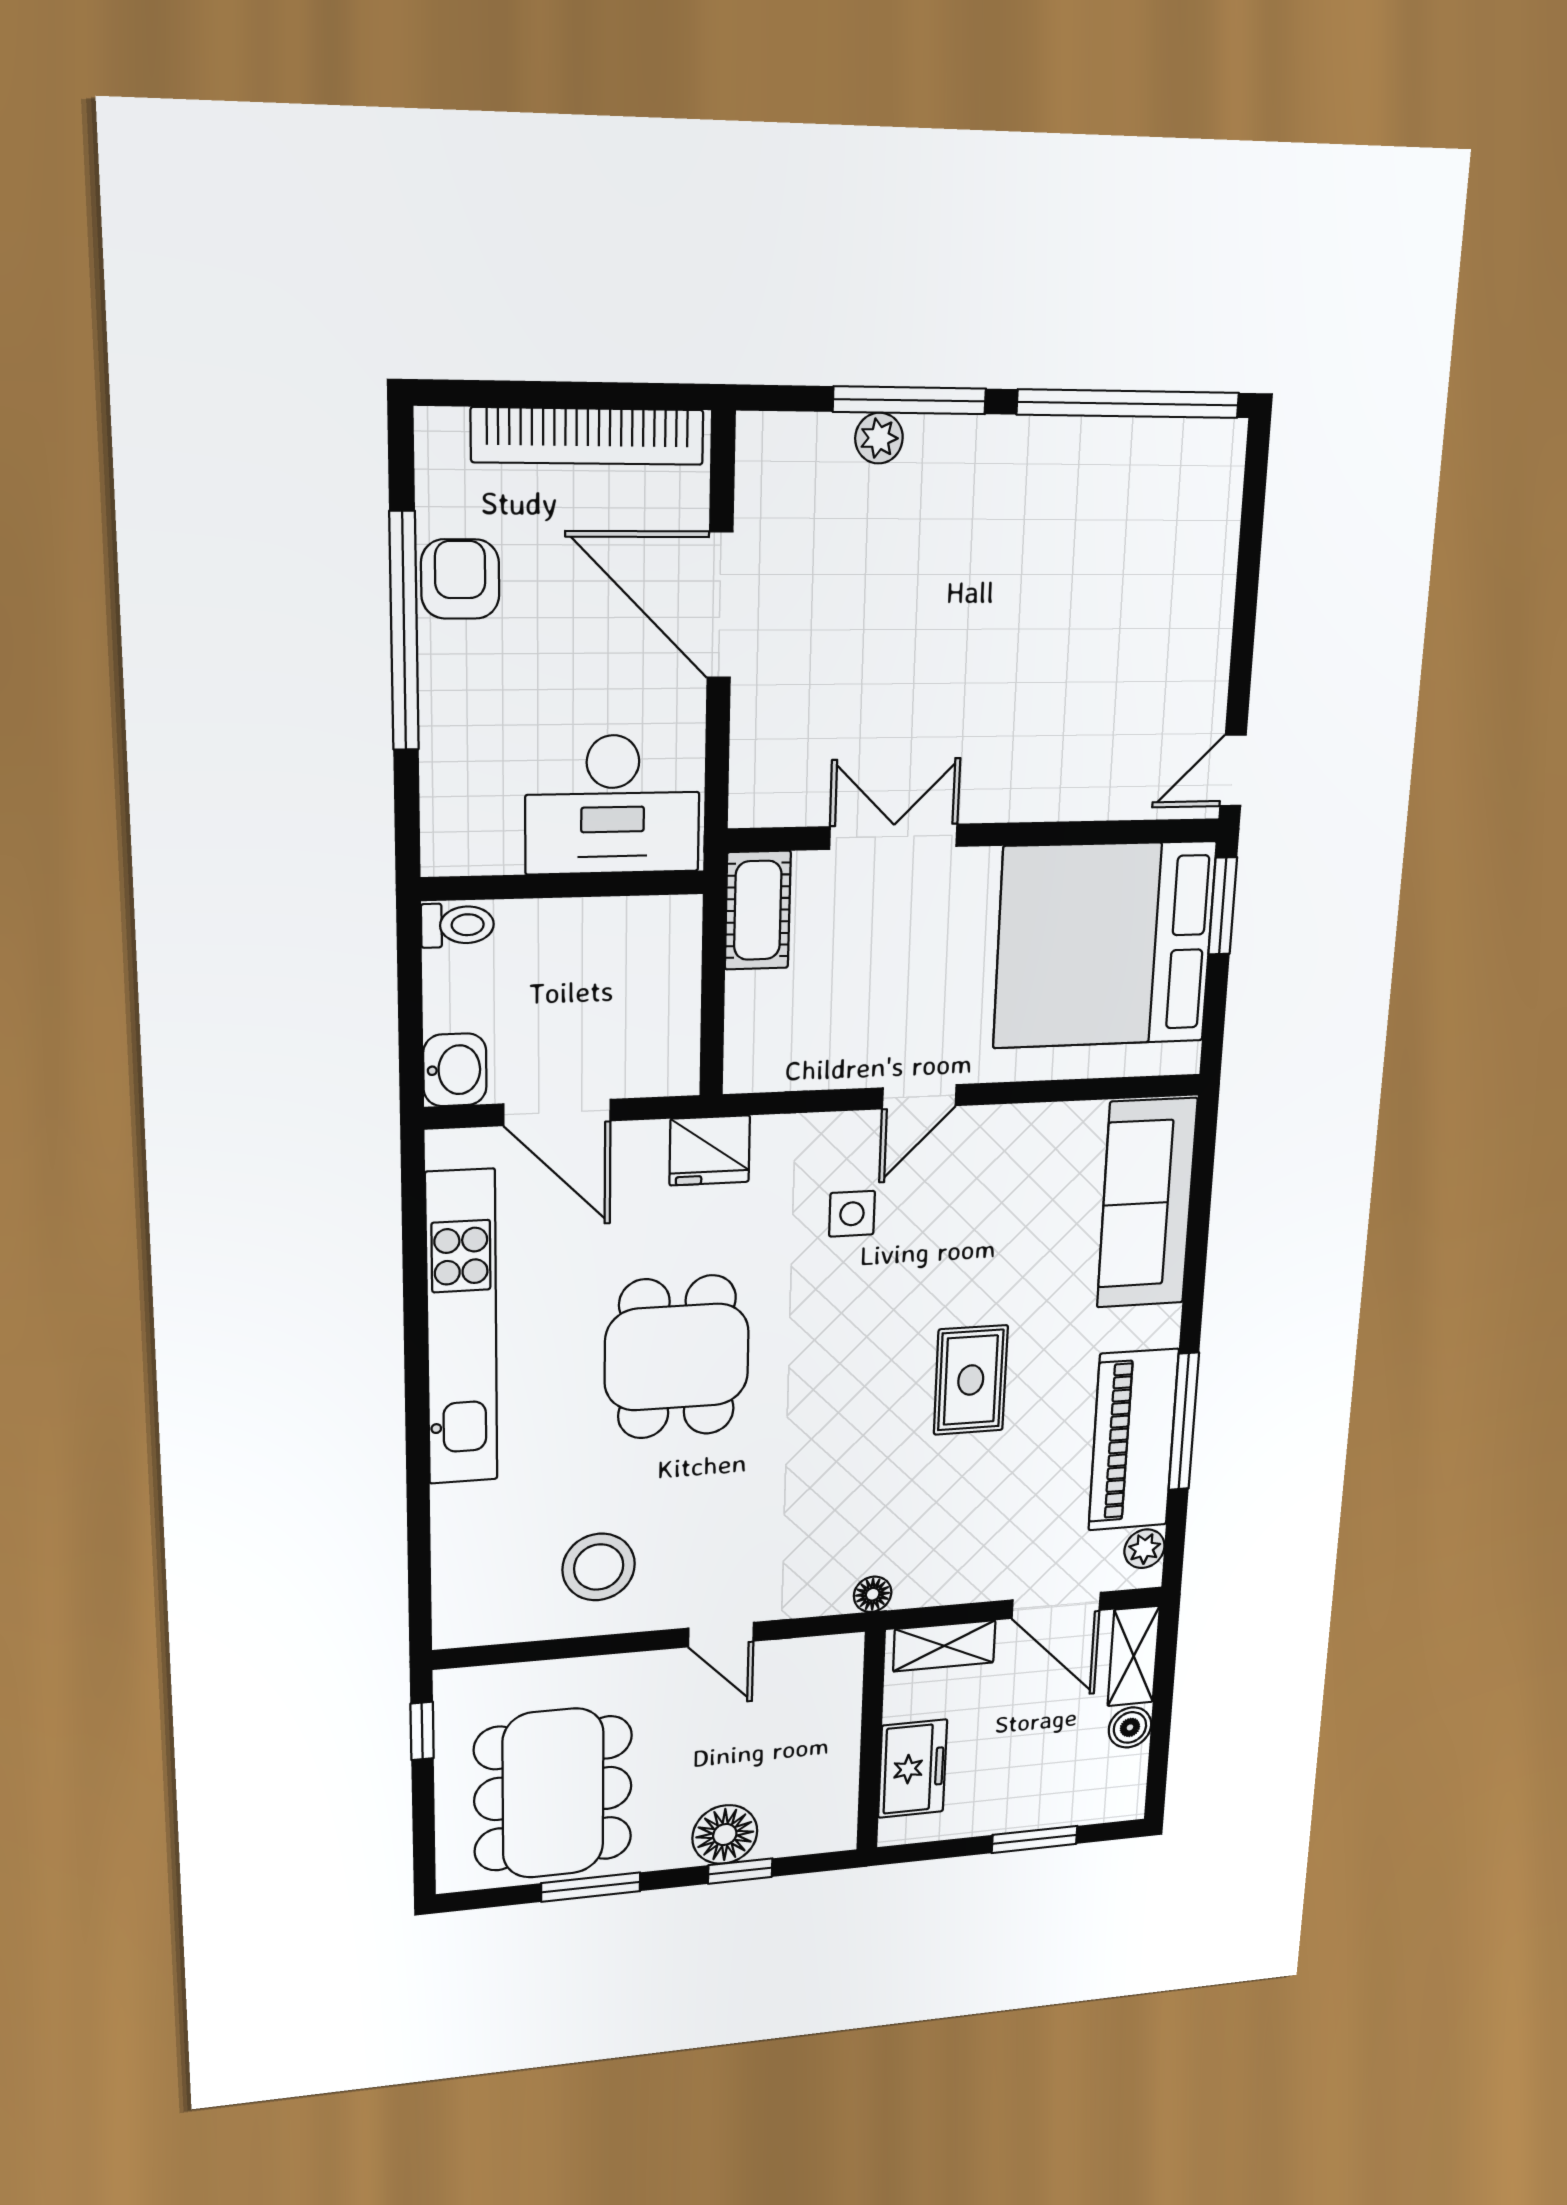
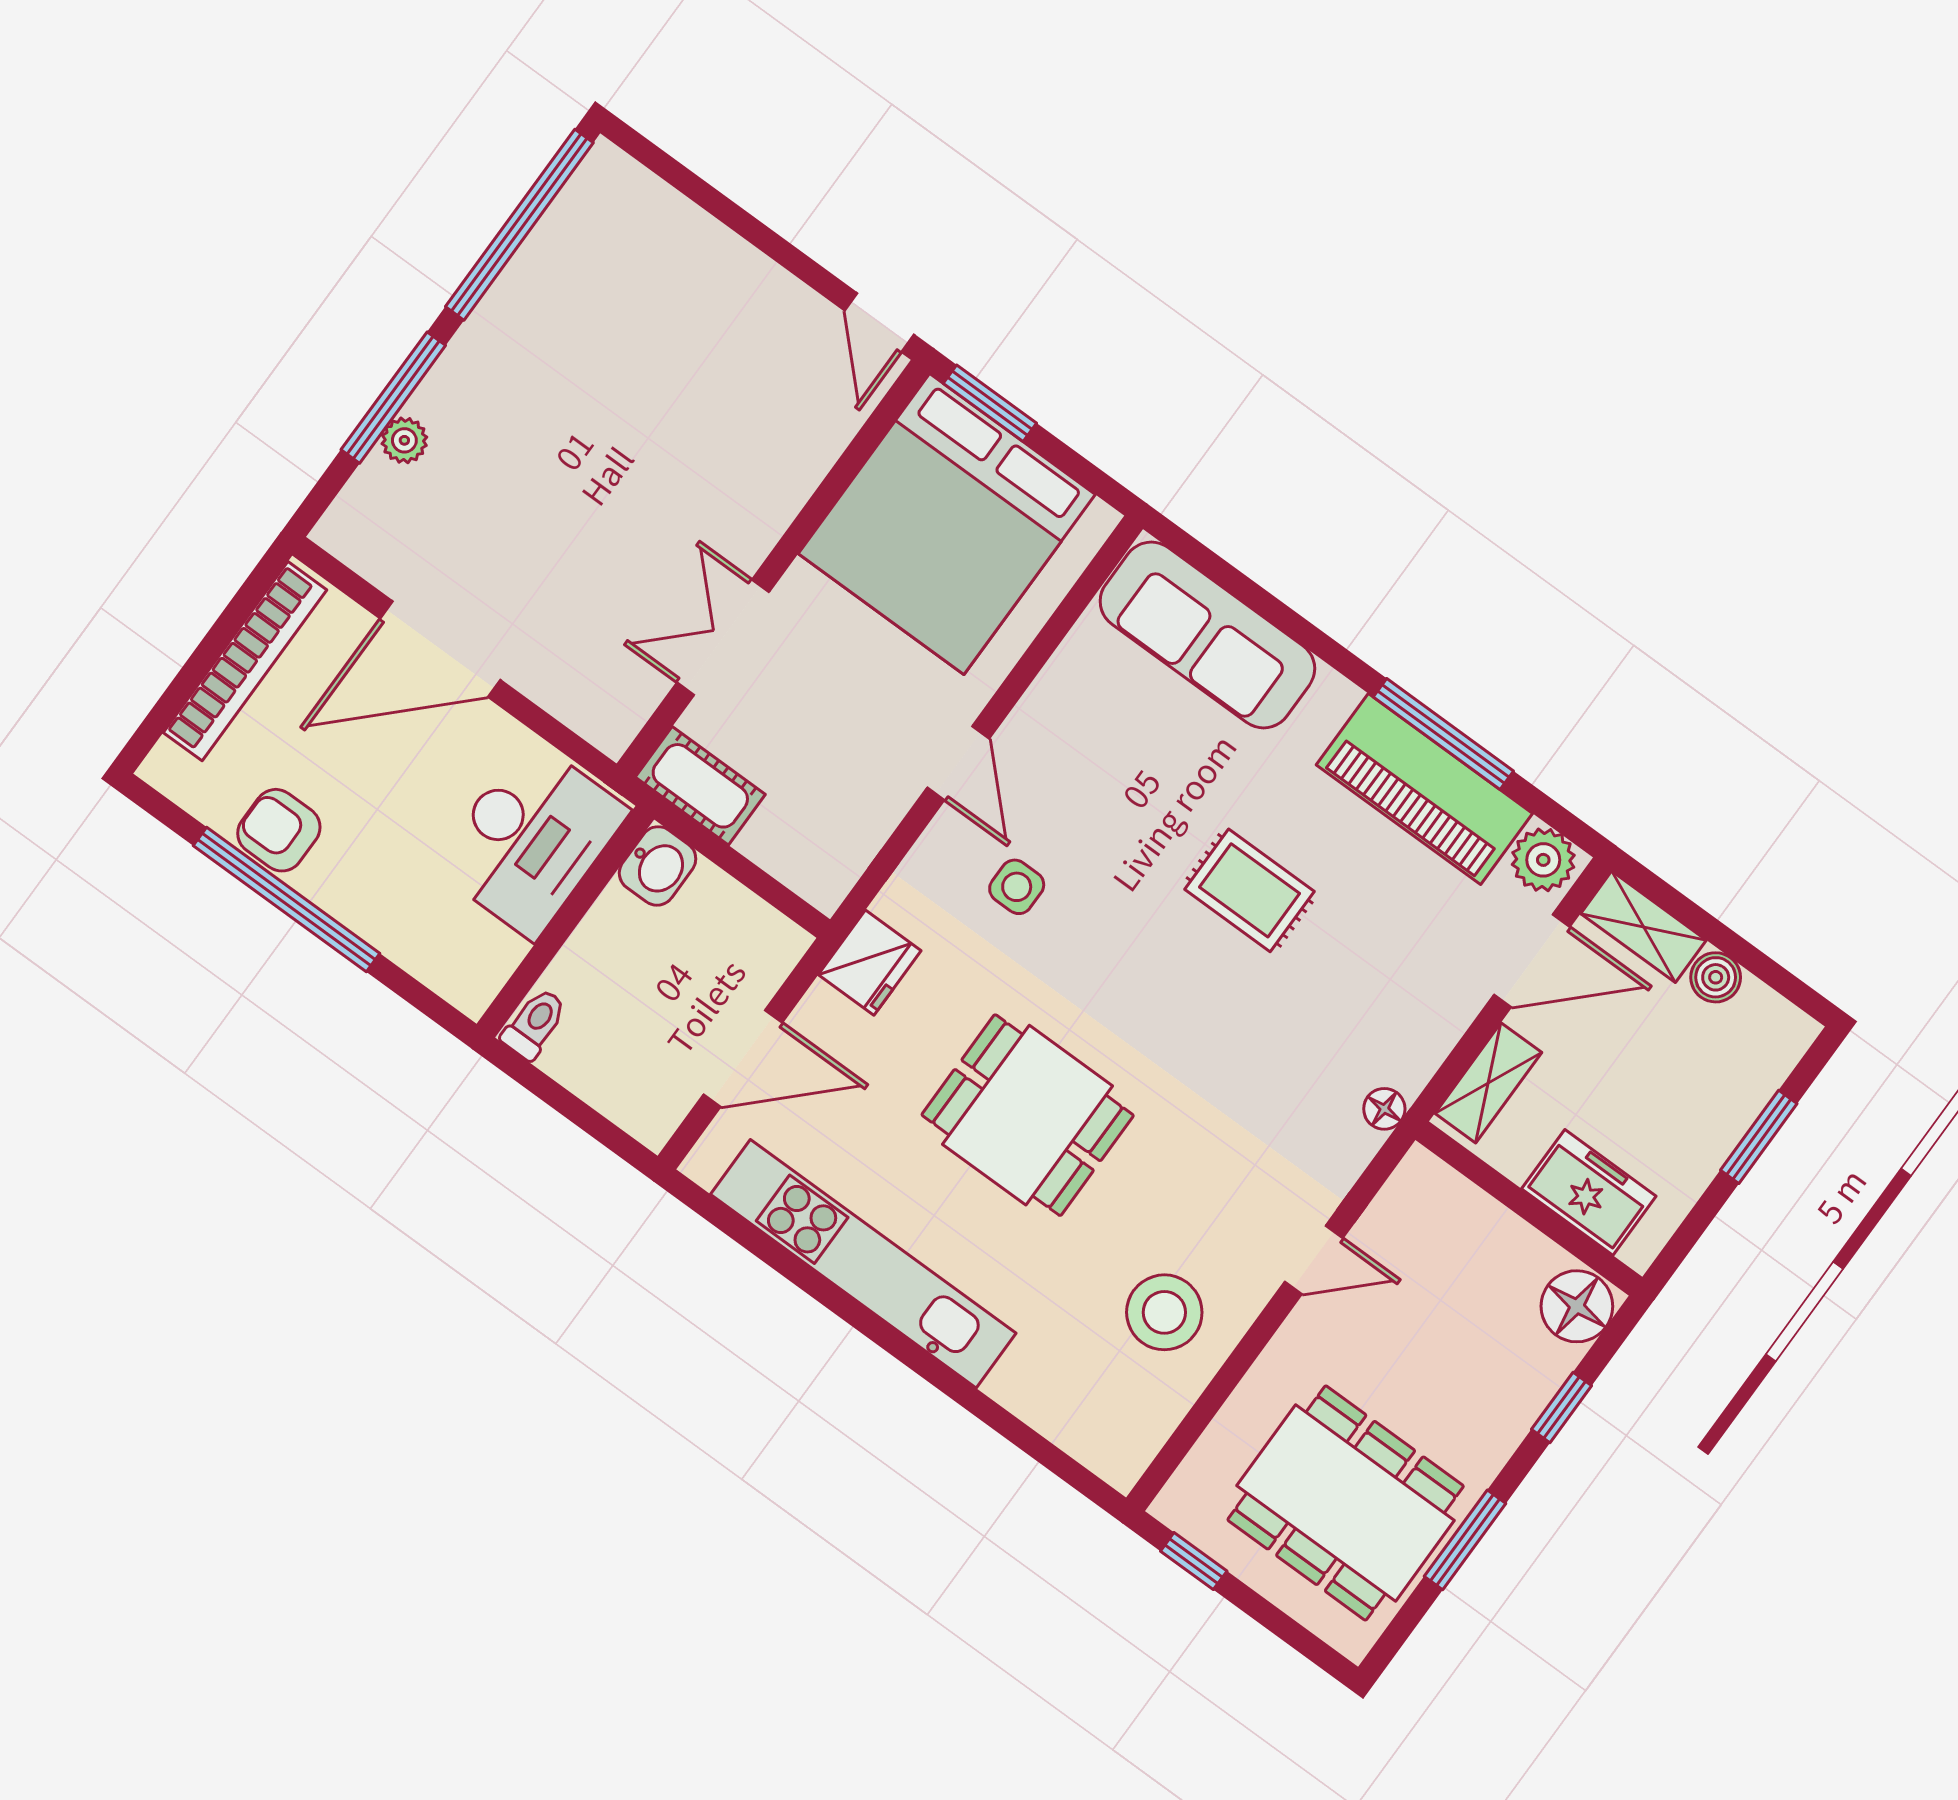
washbasin: (455, 1070) -> (658, 866), moved, turned 90
plant: (1144, 1549) -> (1543, 860), width x1.38, depth x1.38
floor lamp: (725, 1834) -> (1577, 1306), moved

